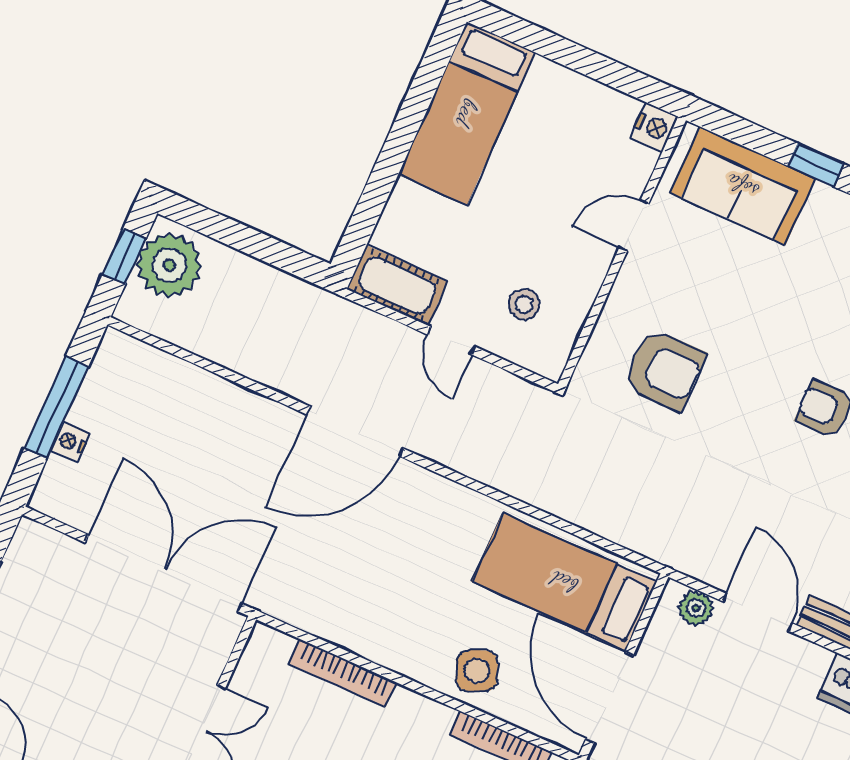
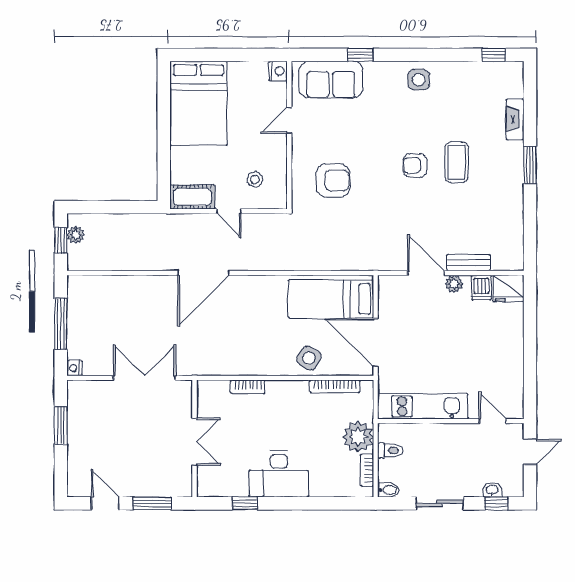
bed: (467, 113) -> (198, 103), width x1.50
plant: (169, 265) -> (76, 235), width x0.53, depth x0.53
nightstand: (70, 442) -> (74, 368), moved
double door: (163, 573) -> (144, 378), width x0.73
plant: (696, 608) -> (454, 284), moved
side table: (477, 671) -> (309, 358), turned -38
bookcase: (343, 673) -> (248, 387), width x0.64

